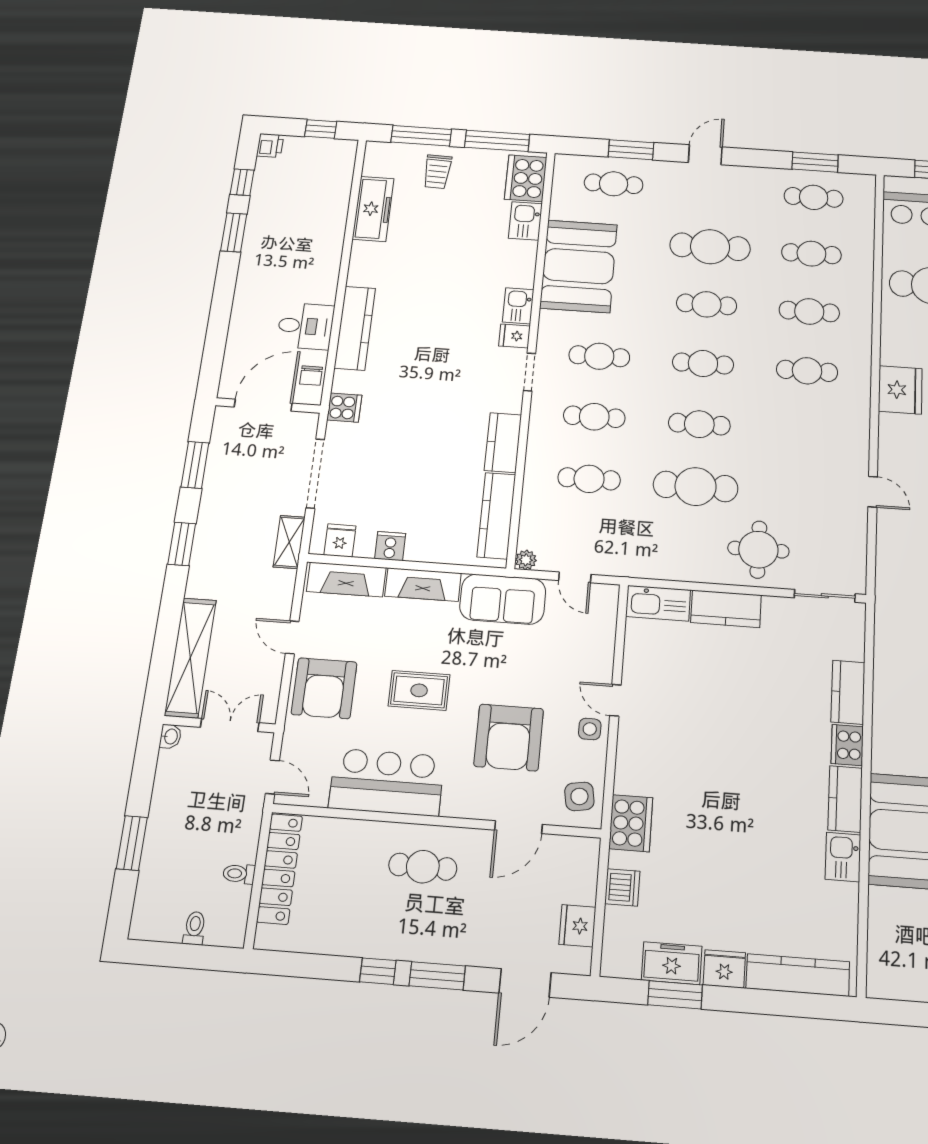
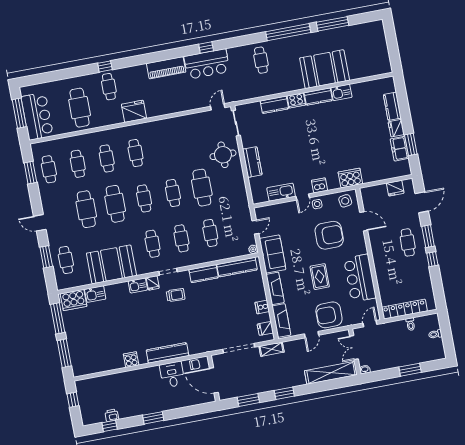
printer: (270, 145) -> (112, 415), moved
trolley: (437, 172) -> (176, 295), moved
freezer: (373, 209) -> (107, 363), removed
window: (234, 232) -> (153, 418), moved
cafe table: (707, 304) -> (115, 204), width x1.37, depth x1.35
cooker: (344, 408) -> (131, 360), moved
door: (873, 492) -> (218, 107), moved
kitchen sink: (658, 603) -> (281, 192), moved, turned -90
armchair: (324, 688) -> (329, 315), turned 180
cafe table: (423, 867) -> (408, 242), moved
dishwasher: (622, 887) -> (319, 185), moved
kitchen counter: (798, 975) -> (392, 106), width x0.67
door: (525, 983) -> (422, 202), hinge flipped

